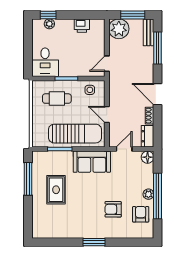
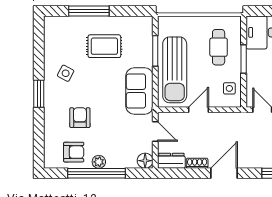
window: (28, 179) -> (89, 11), moved
side table: (78, 221) -> (66, 73), added

